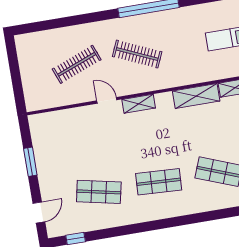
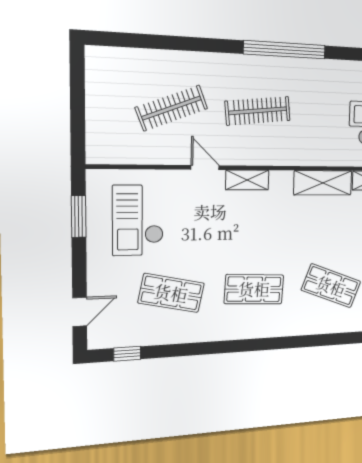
clothes rail: (137, 54) -> (258, 111), turned -30
checkout: (67, 144) -> (138, 220), added
window: (30, 162) -> (79, 216), moved

